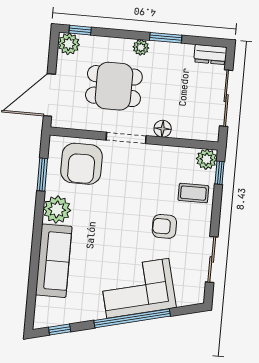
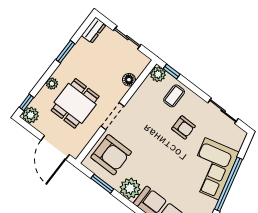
plant: (141, 47) -> (52, 84), moved
sliding door: (226, 98) -> (127, 38), width x0.73
floor lamp: (163, 129) -> (129, 80), moved
armchair: (164, 226) -> (183, 127), turned -90

